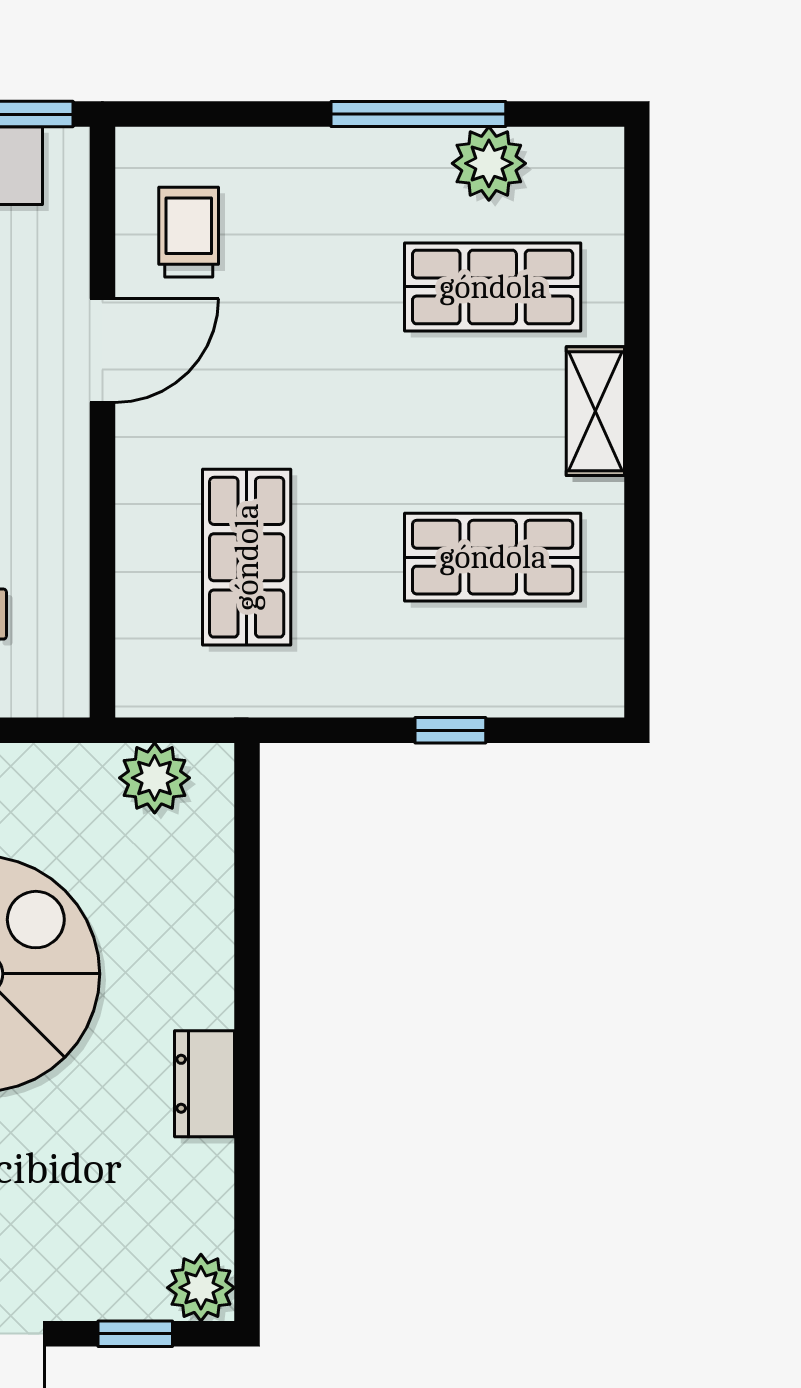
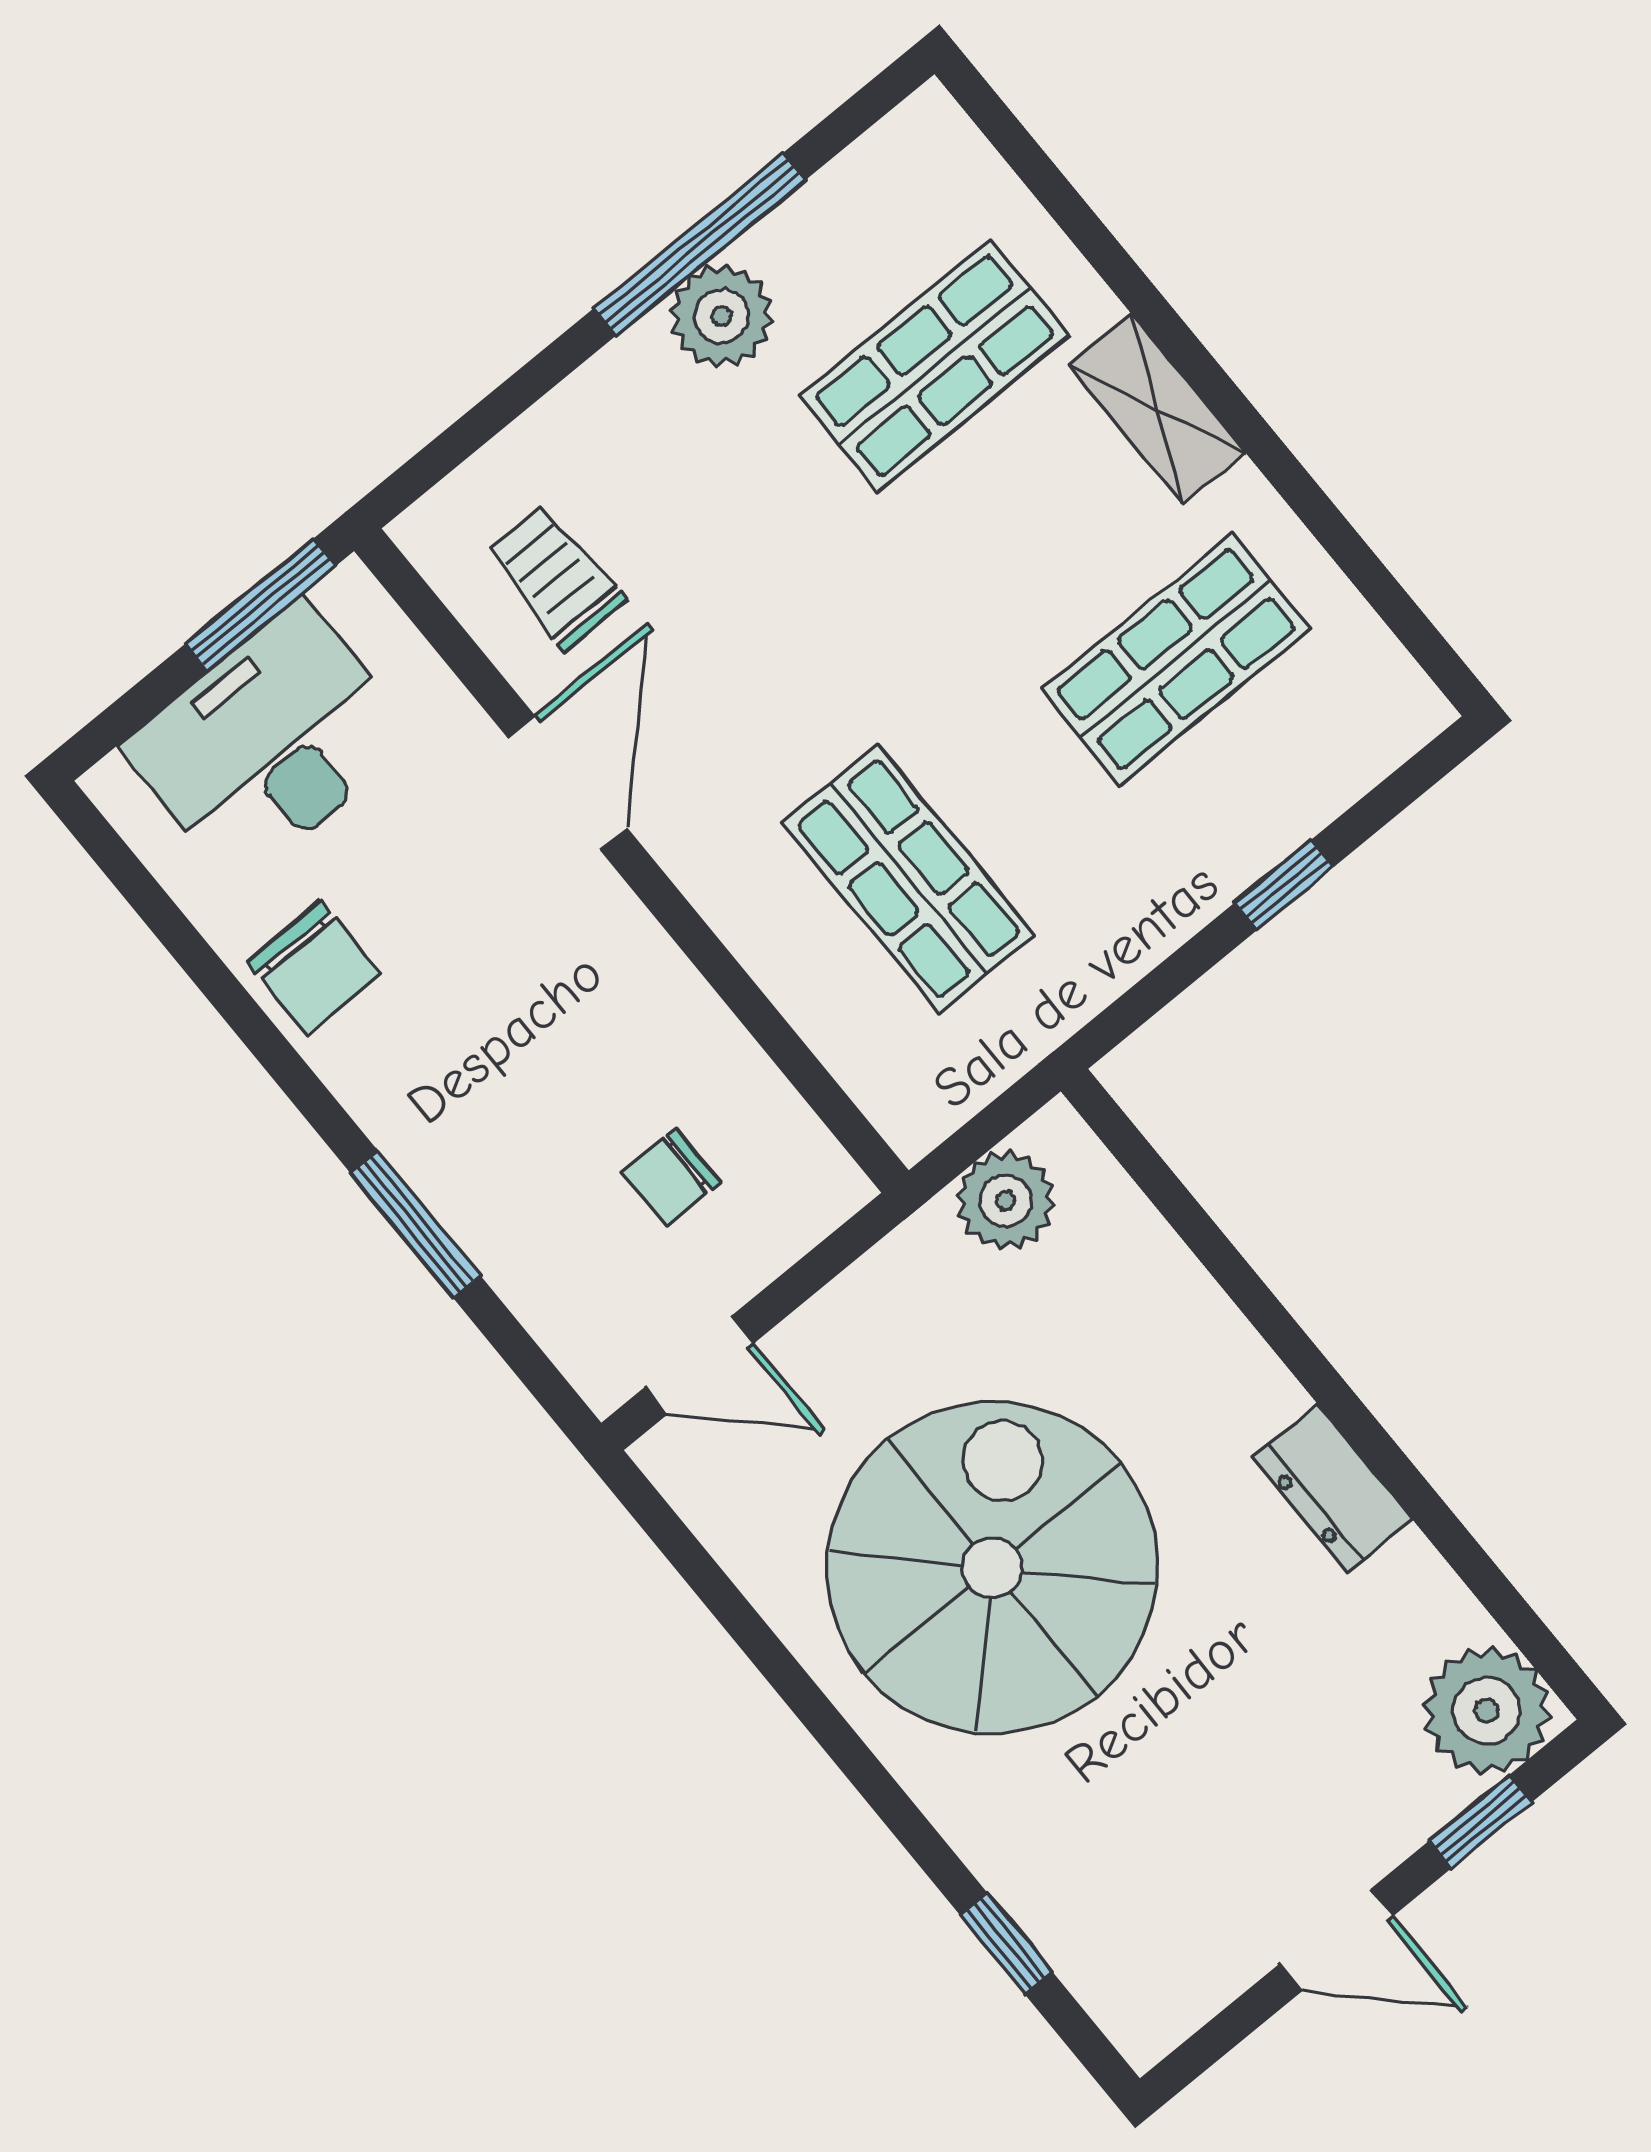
plant: (489, 163) -> (722, 316), moved
plant: (201, 1288) -> (1487, 1711), width x1.36, depth x1.36

